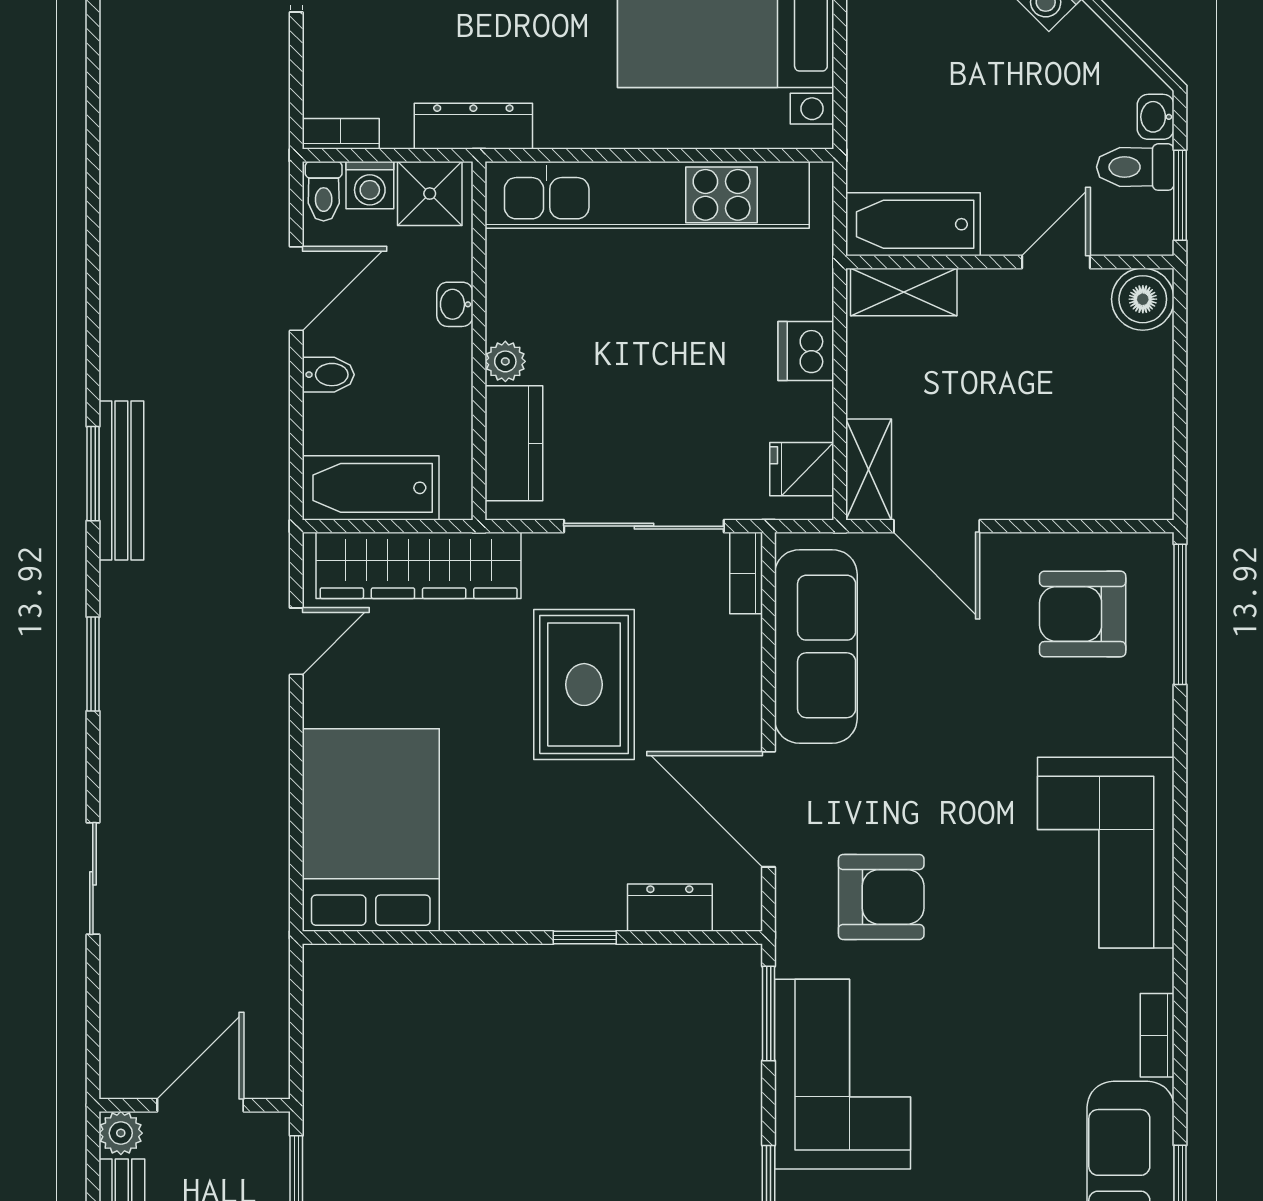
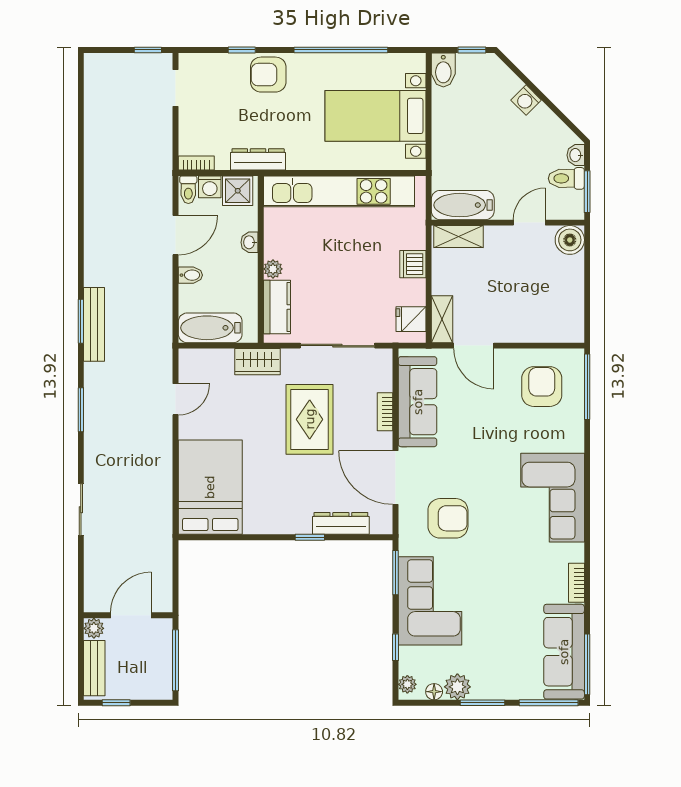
wardrobe: (419, 565) -> (257, 362), width x0.48, depth x0.85
bookcase: (746, 573) -> (385, 412), moved
armchair: (1083, 614) -> (542, 387), turned 90
dresser: (670, 908) -> (341, 523), width x1.44

